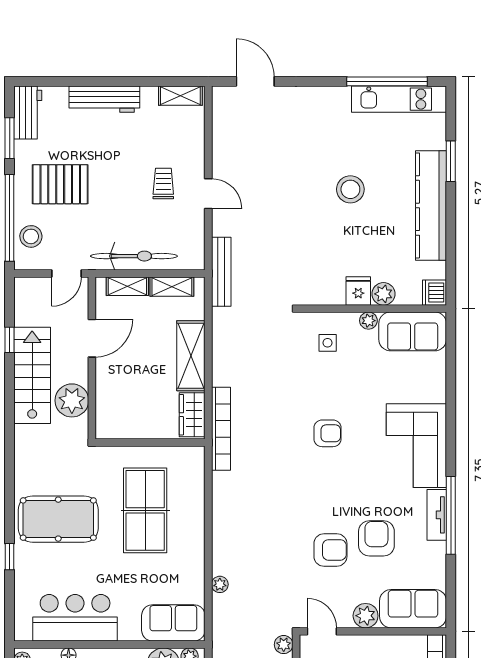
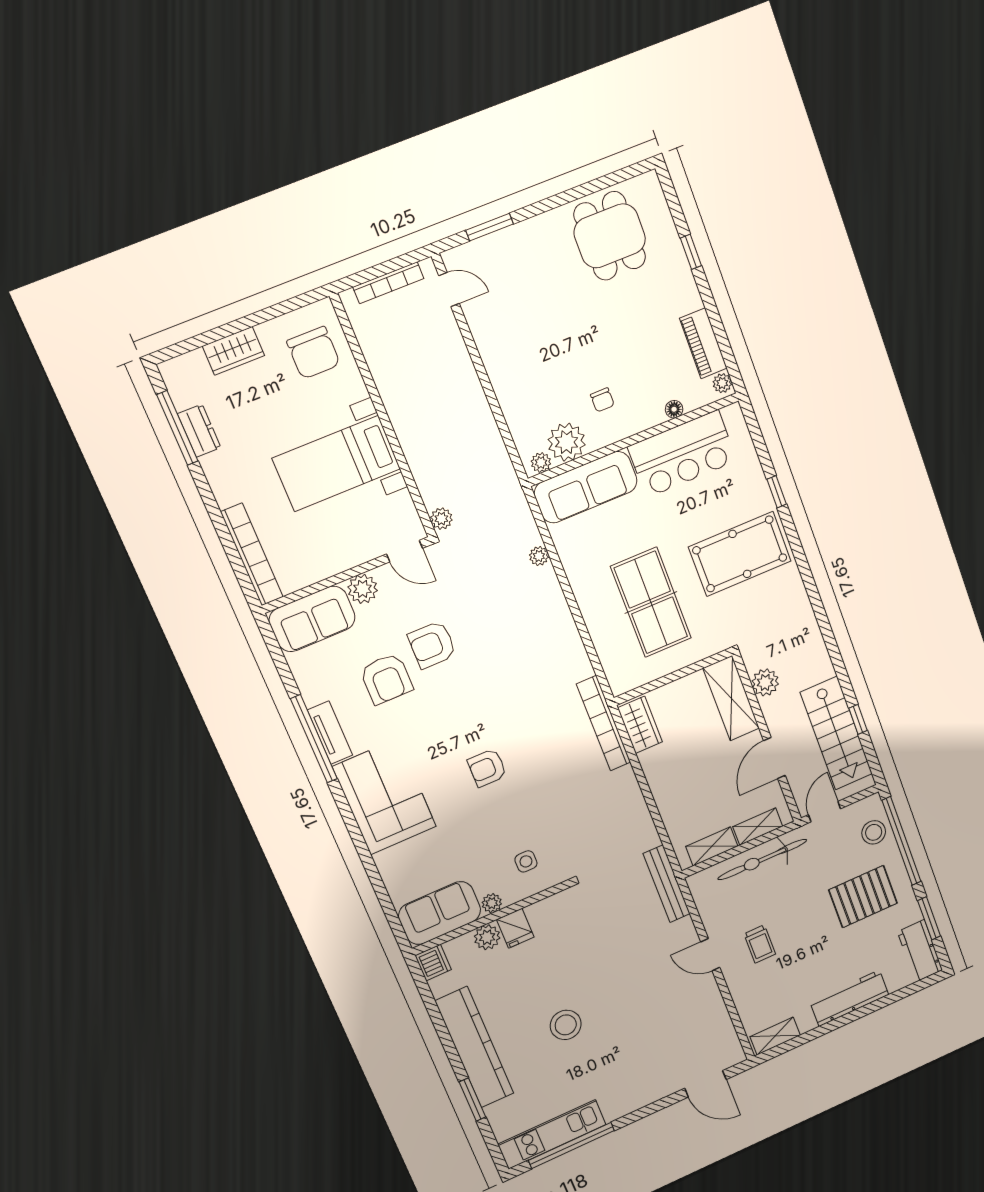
shelving: (191, 356) -> (731, 698), moved
stairs: (32, 375) -> (836, 733), moved
plant: (72, 400) -> (765, 682), width x0.73, depth x0.73
sofa: (173, 623) -> (586, 487), width x1.36

